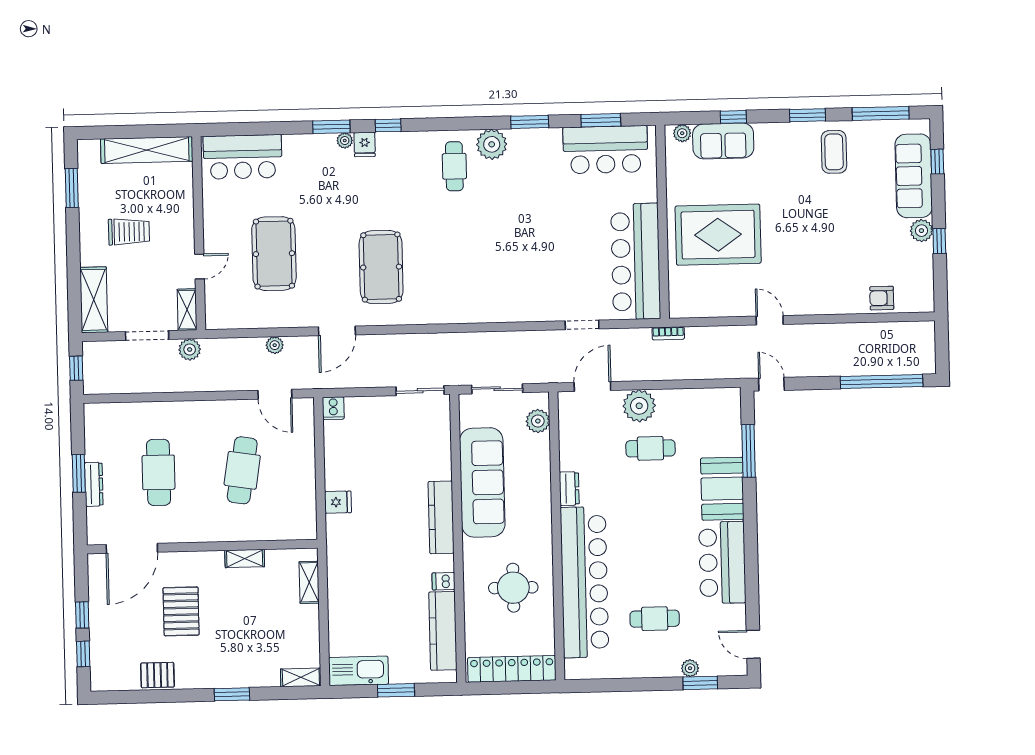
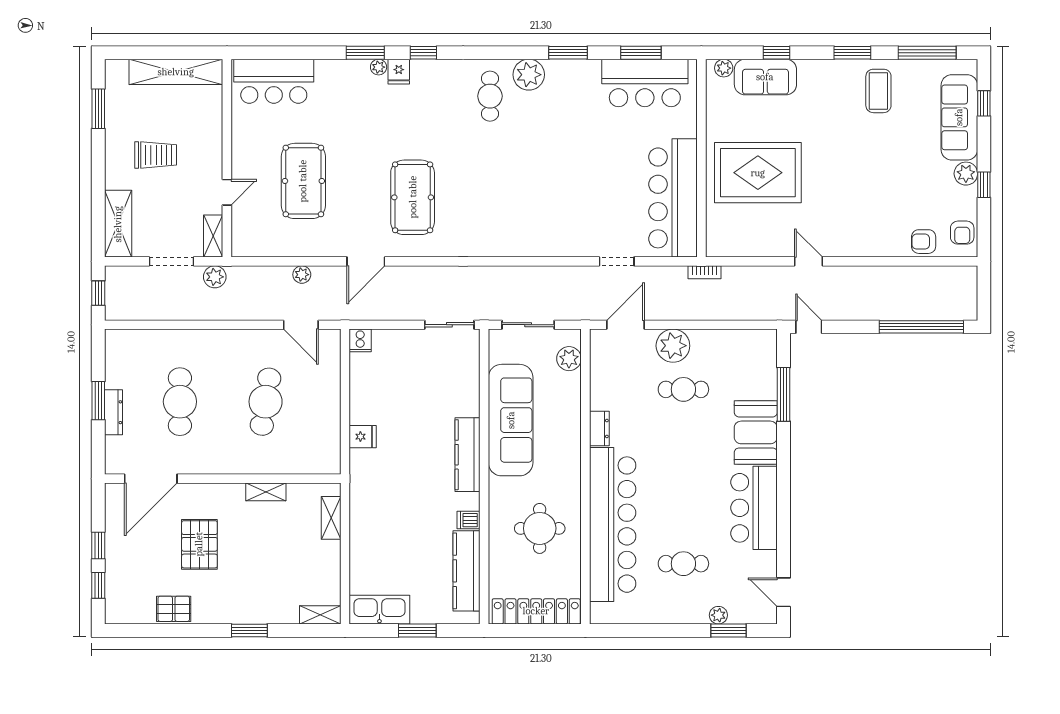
armchair: (919, 288) -> (962, 233), added

